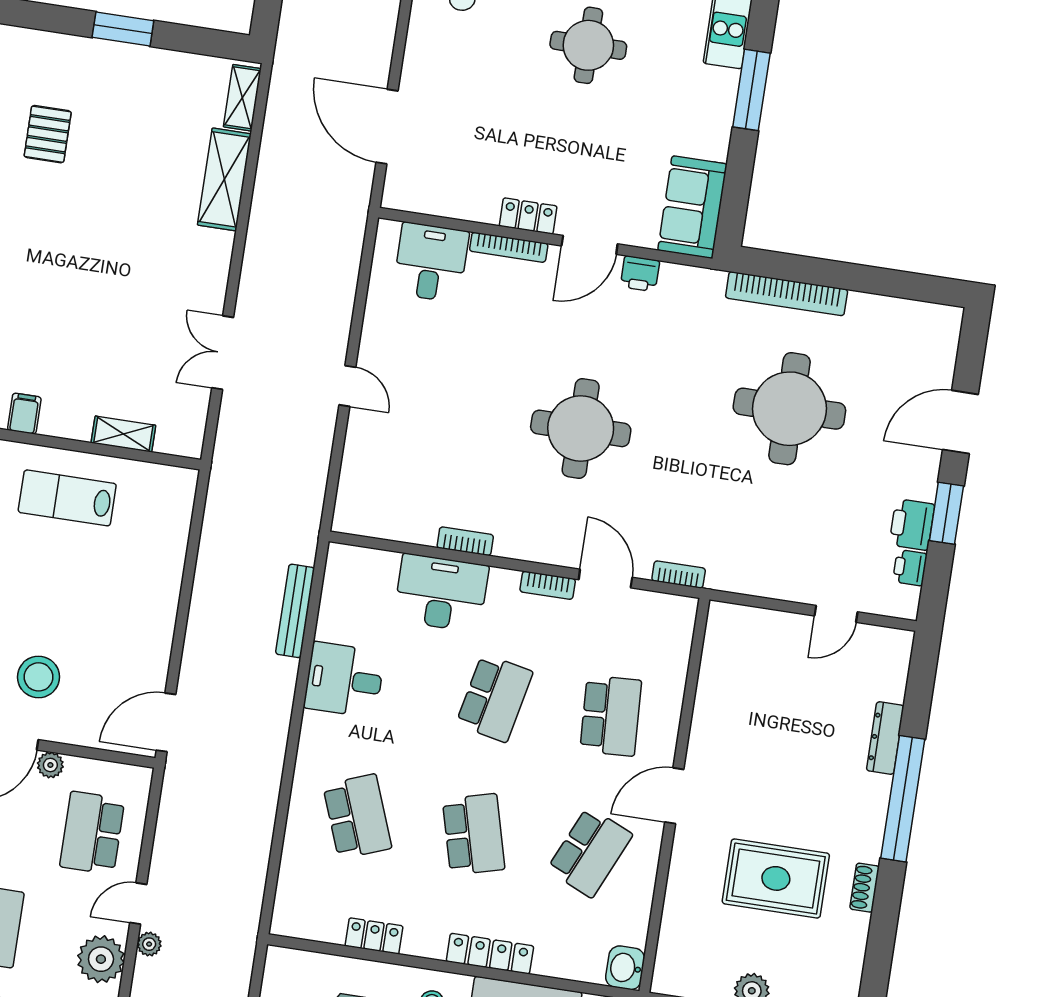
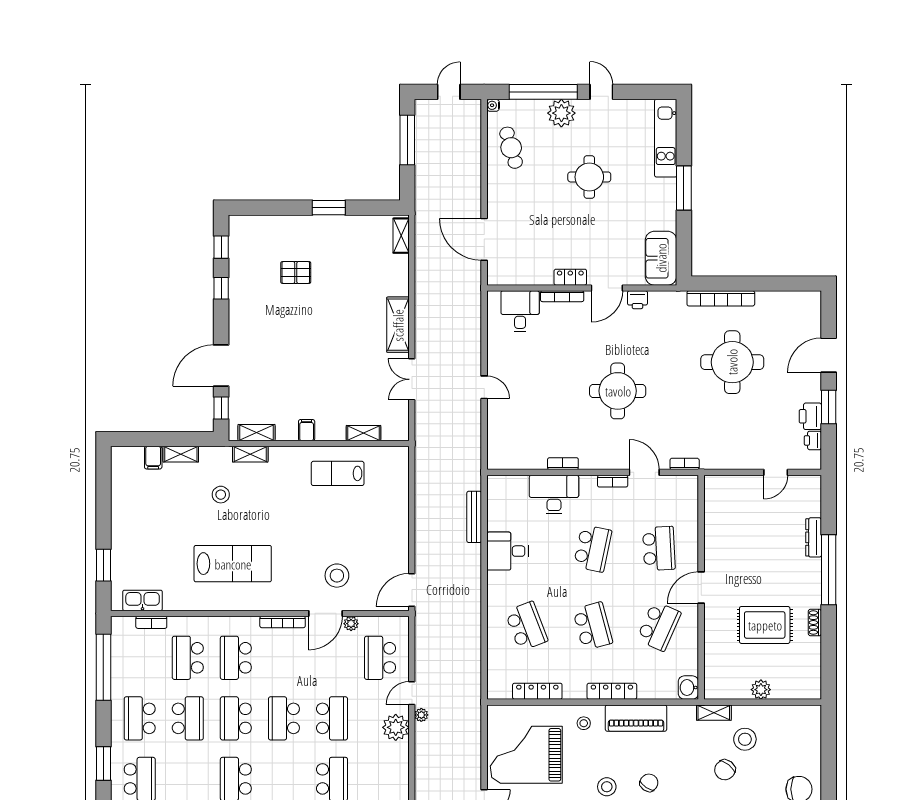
pallet: (48, 134) -> (296, 273), turned 90
shelving: (224, 179) -> (398, 325), moved
locker: (374, 936) -> (537, 691), width x1.53

